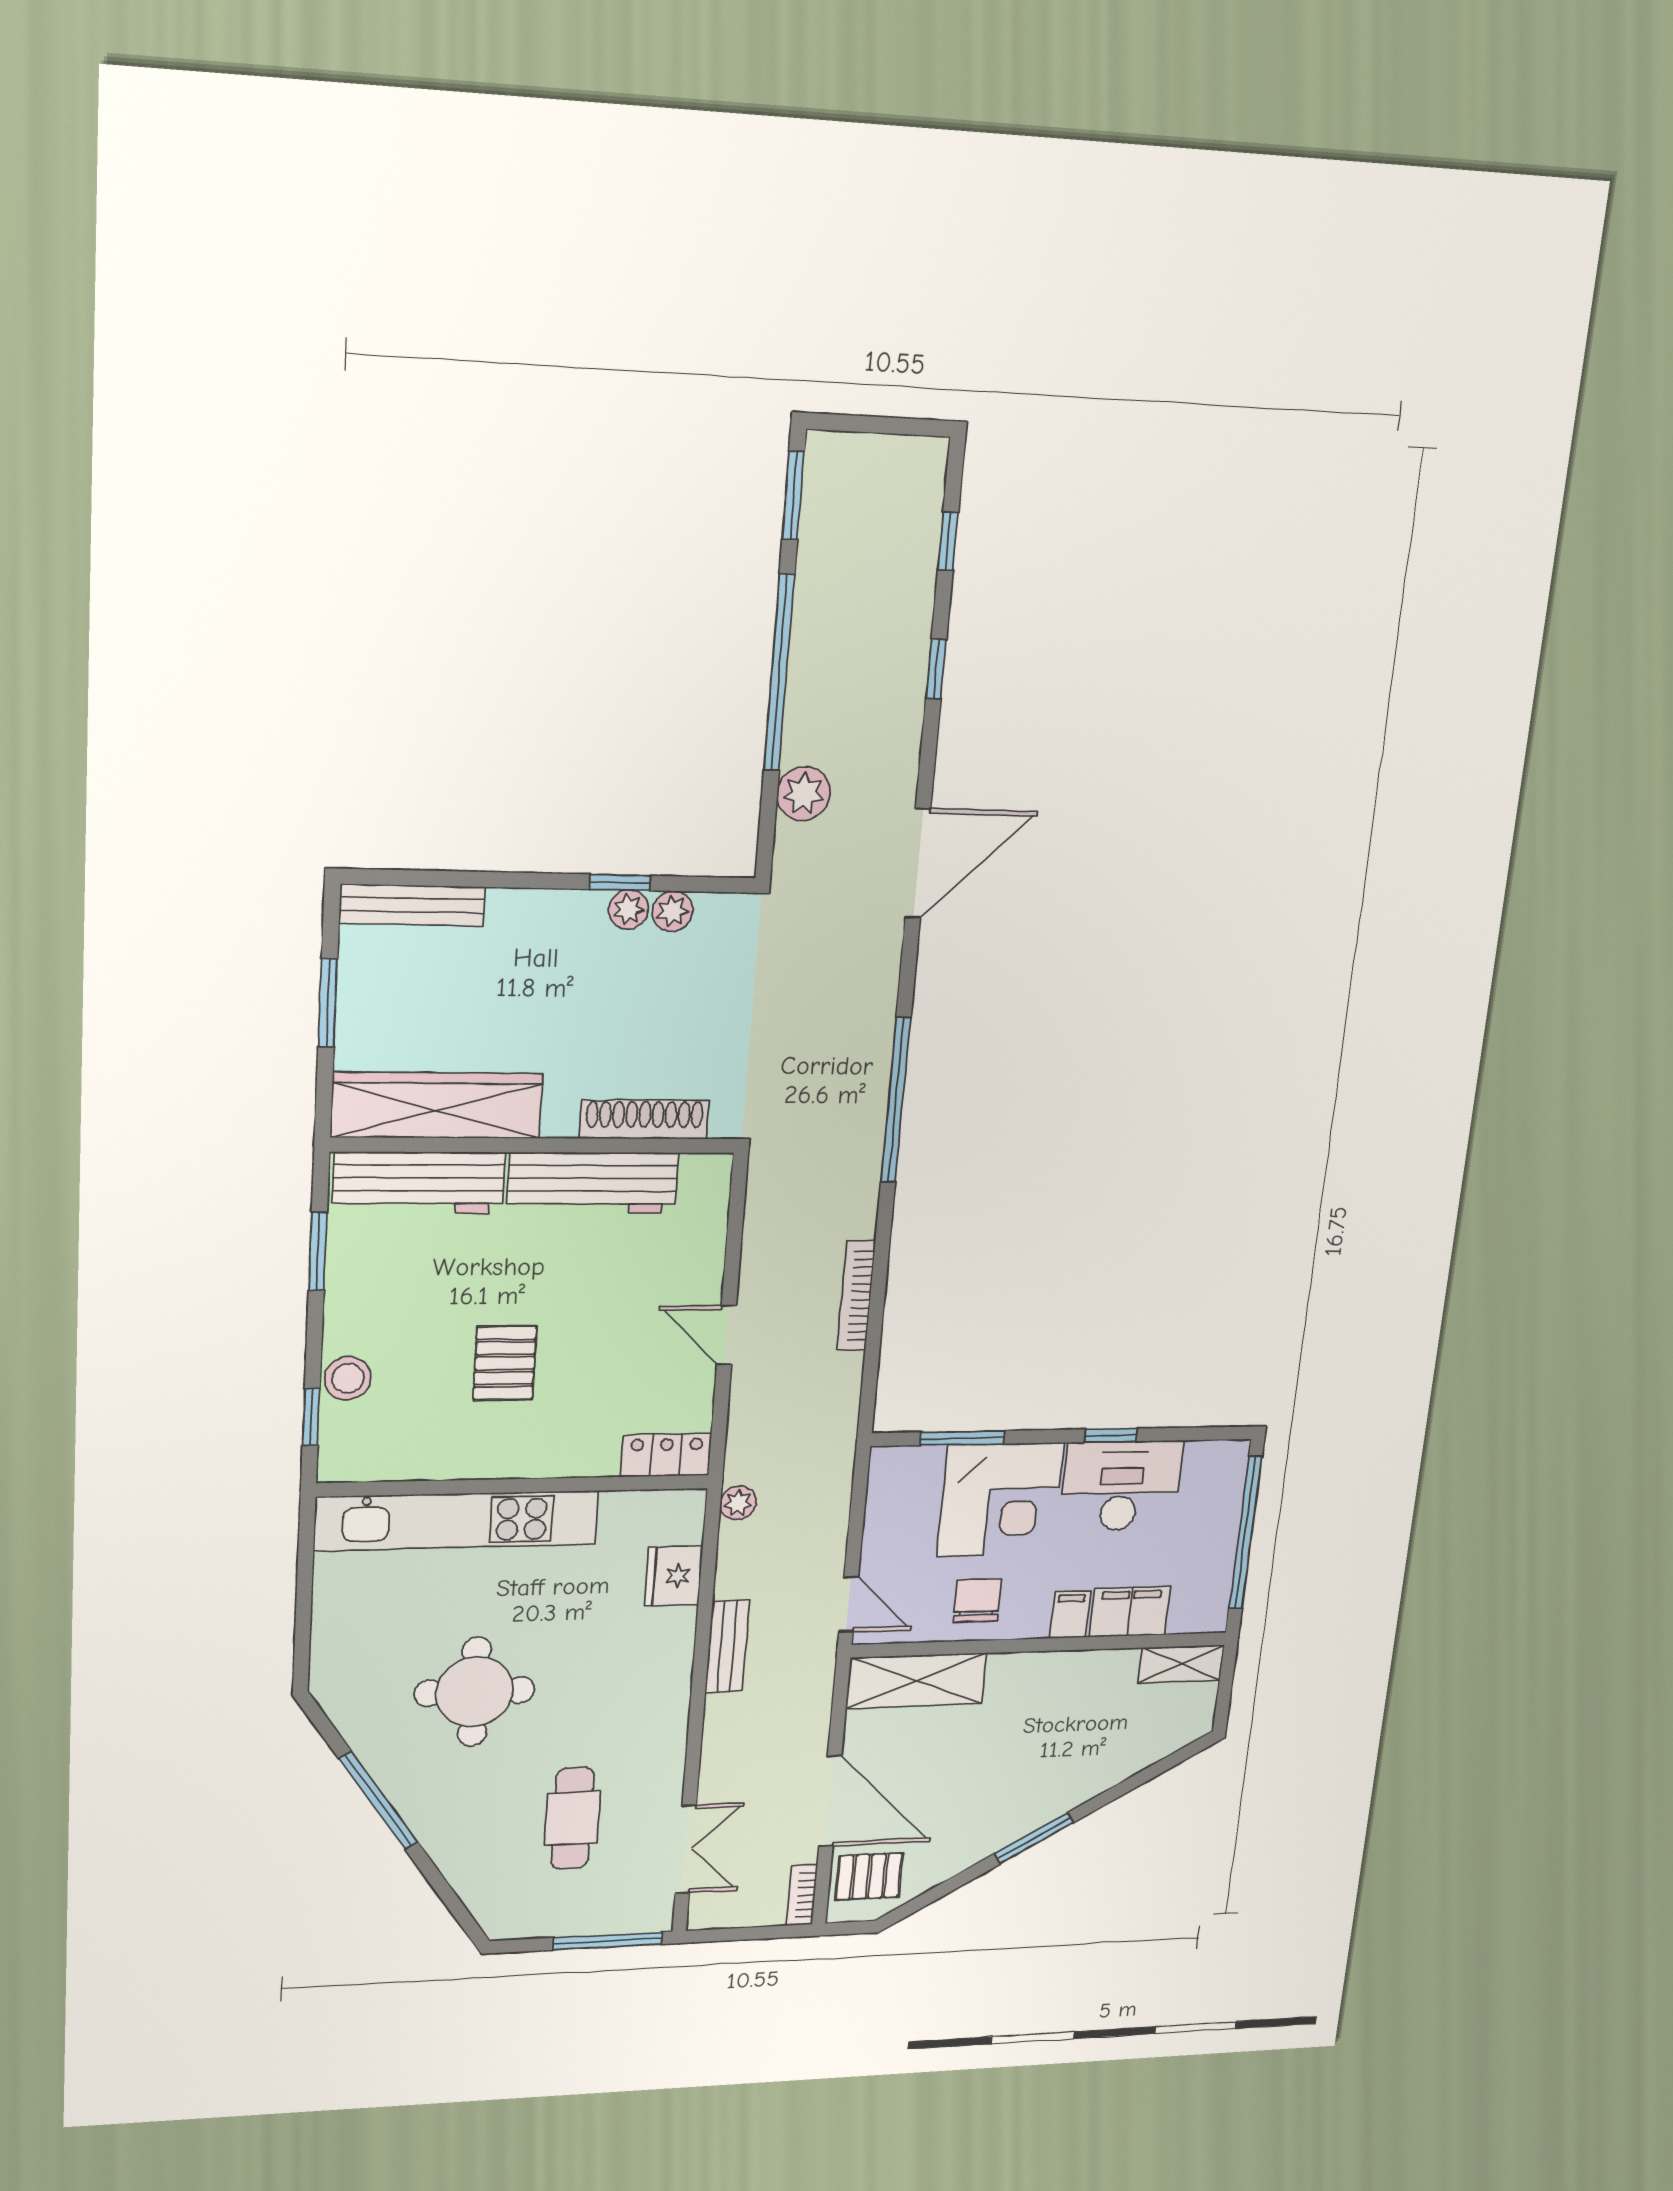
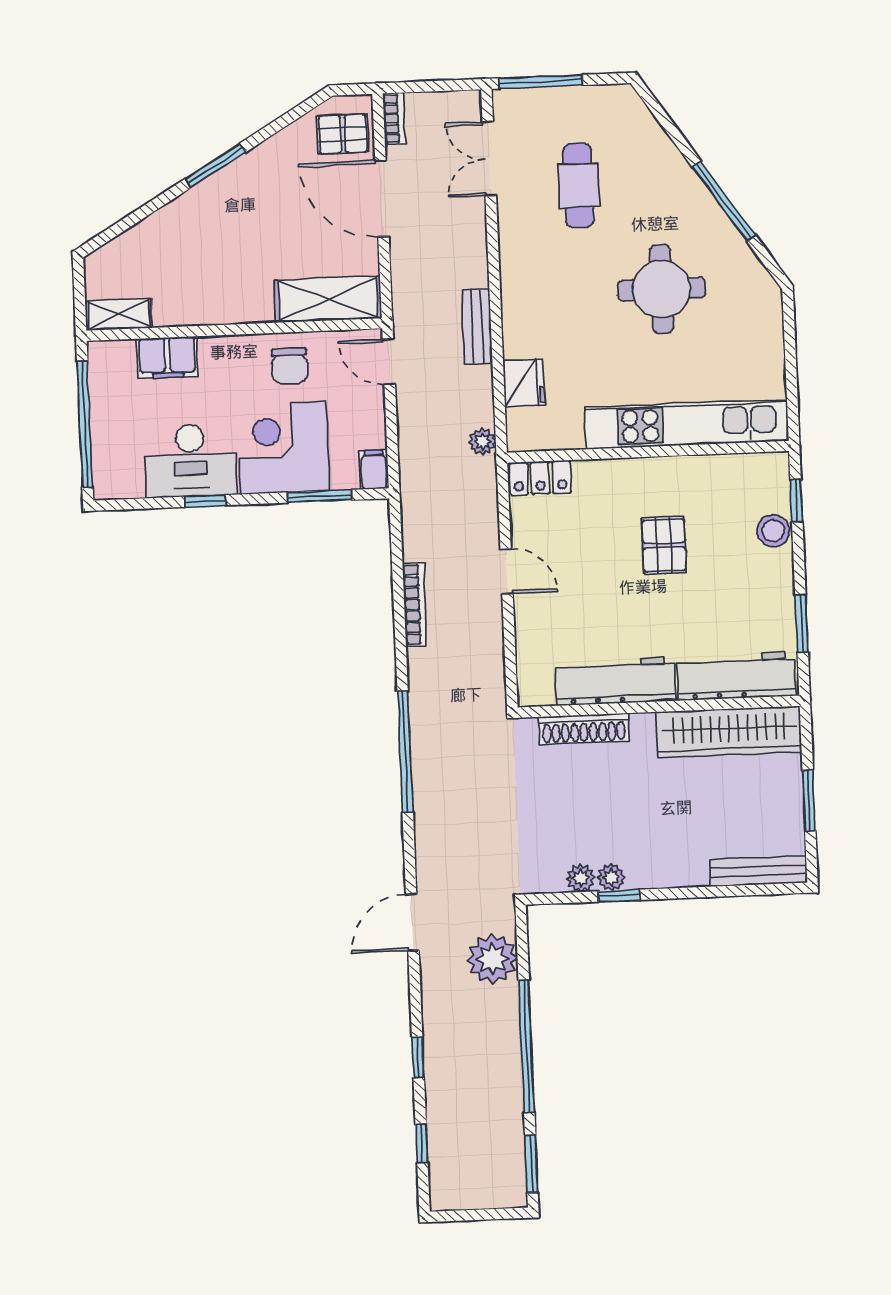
plant: (804, 794) -> (492, 959), width x1.36, depth x1.36
door: (918, 863) -> (412, 923), width x0.73
filing cabinet: (1070, 1615) -> (374, 470), moved, turned 180

